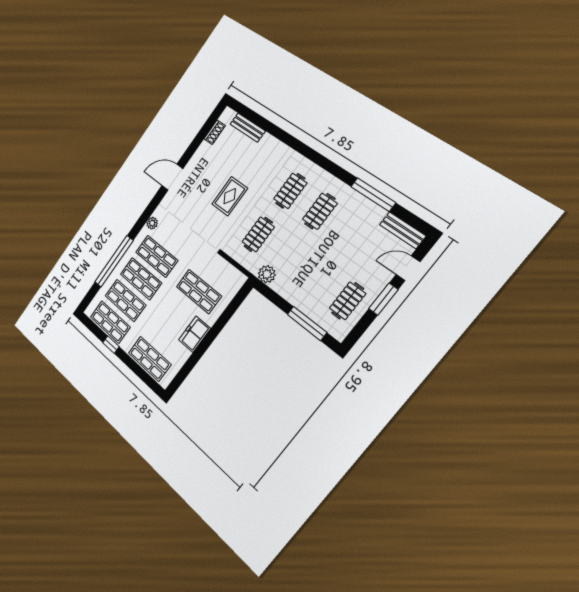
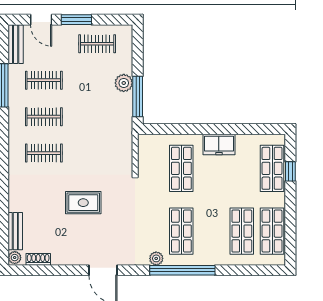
plant: (229, 114) -> (15, 258), added
clothes rail: (258, 234) -> (44, 80), moved
window: (114, 261) -> (182, 270), moved
plant: (267, 274) -> (124, 83), moved
shop shelf: (141, 279) -> (212, 231), removed
window: (307, 323) -> (138, 96), moved
window: (111, 345) -> (290, 171), moved

